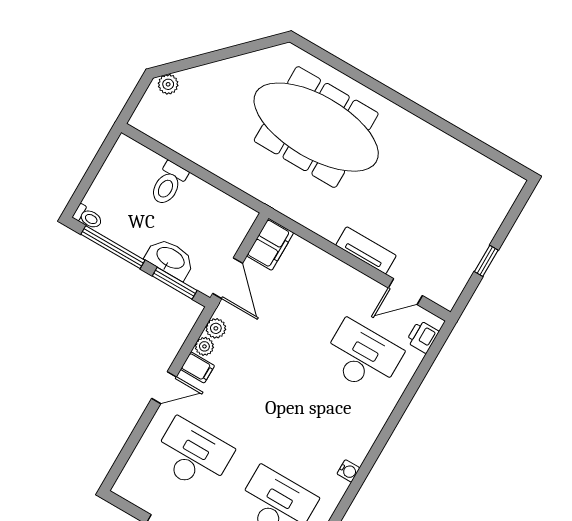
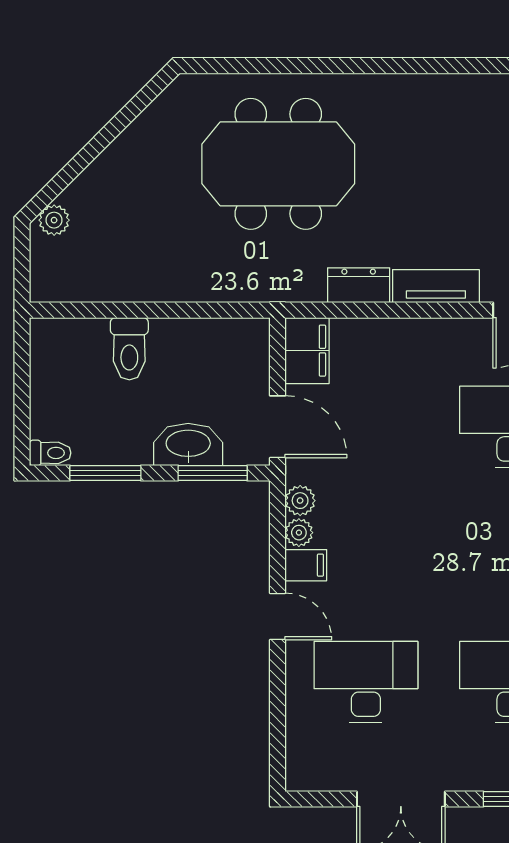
meeting table: (316, 127) -> (278, 164), width x0.73
dresser: (322, 224) -> (359, 285), added
window: (113, 247) -> (105, 473), width x0.69
door: (164, 388) -> (278, 616), hinge flipped

